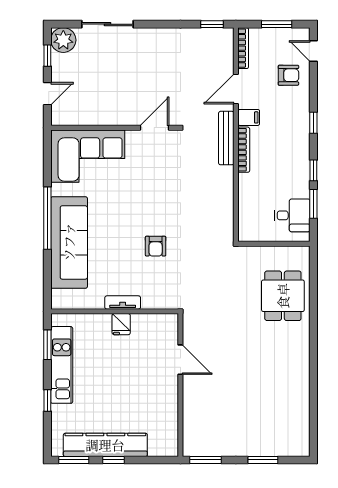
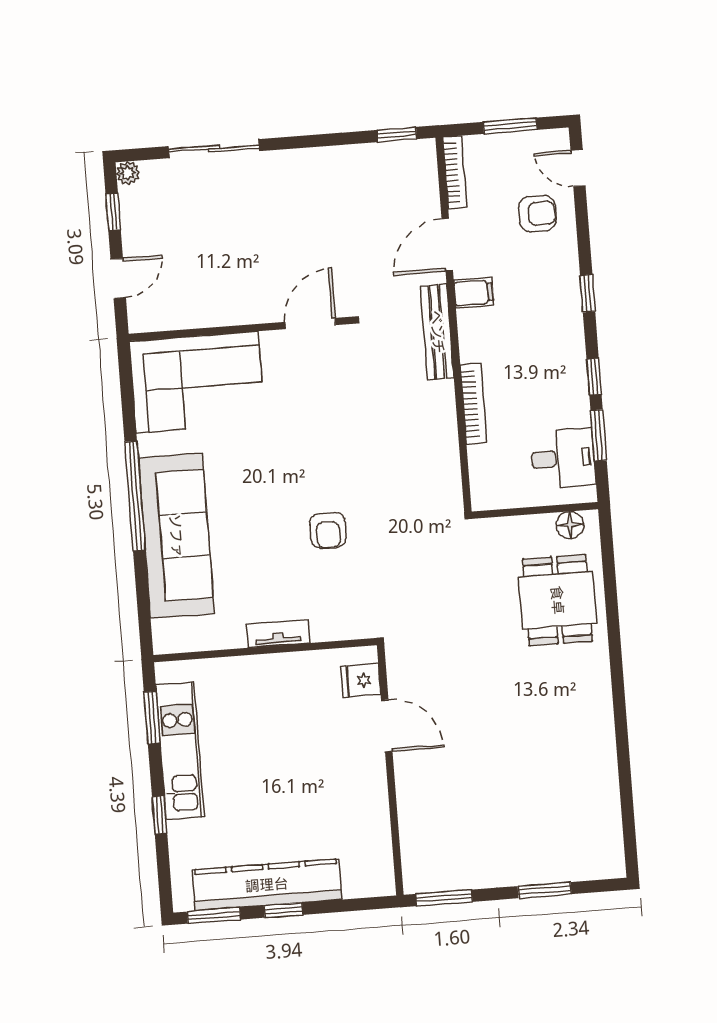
plant: (63, 40) -> (128, 173), width x0.53, depth x0.53
bookcase: (244, 150) -> (473, 403), moved
floor lamp: (293, 254) -> (570, 525), added
fridge: (121, 324) -> (361, 680), moved, turned 90

